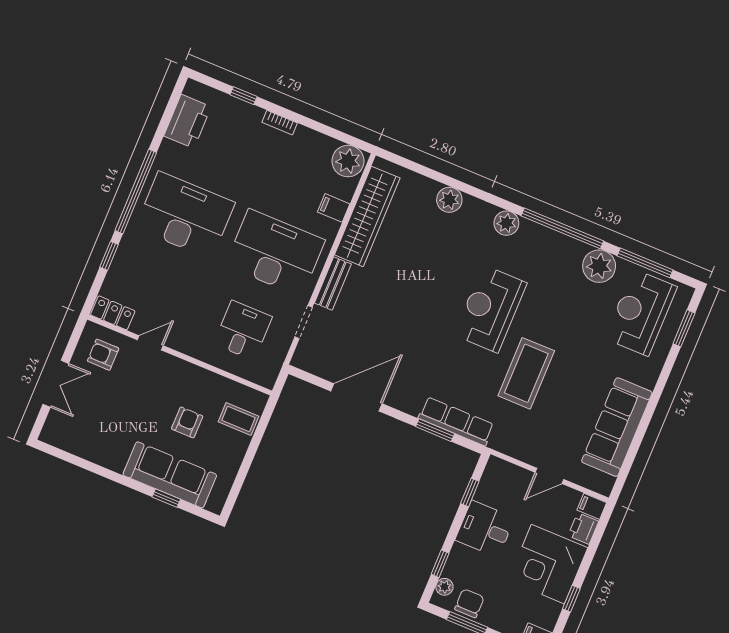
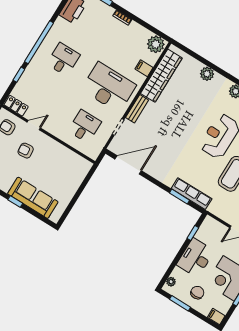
desk: (185, 215) -> (63, 59), width x0.53, depth x0.77
door: (356, 397) -> (128, 165), moved
coffee table: (239, 419) -> (75, 174), removed
armchair: (187, 422) -> (26, 151), moved, turned -96
window: (166, 498) -> (15, 202), moved
desk: (485, 529) -> (195, 258), width x1.37
window: (440, 564) -> (171, 269), removed
chair: (469, 603) -> (197, 293), moved

